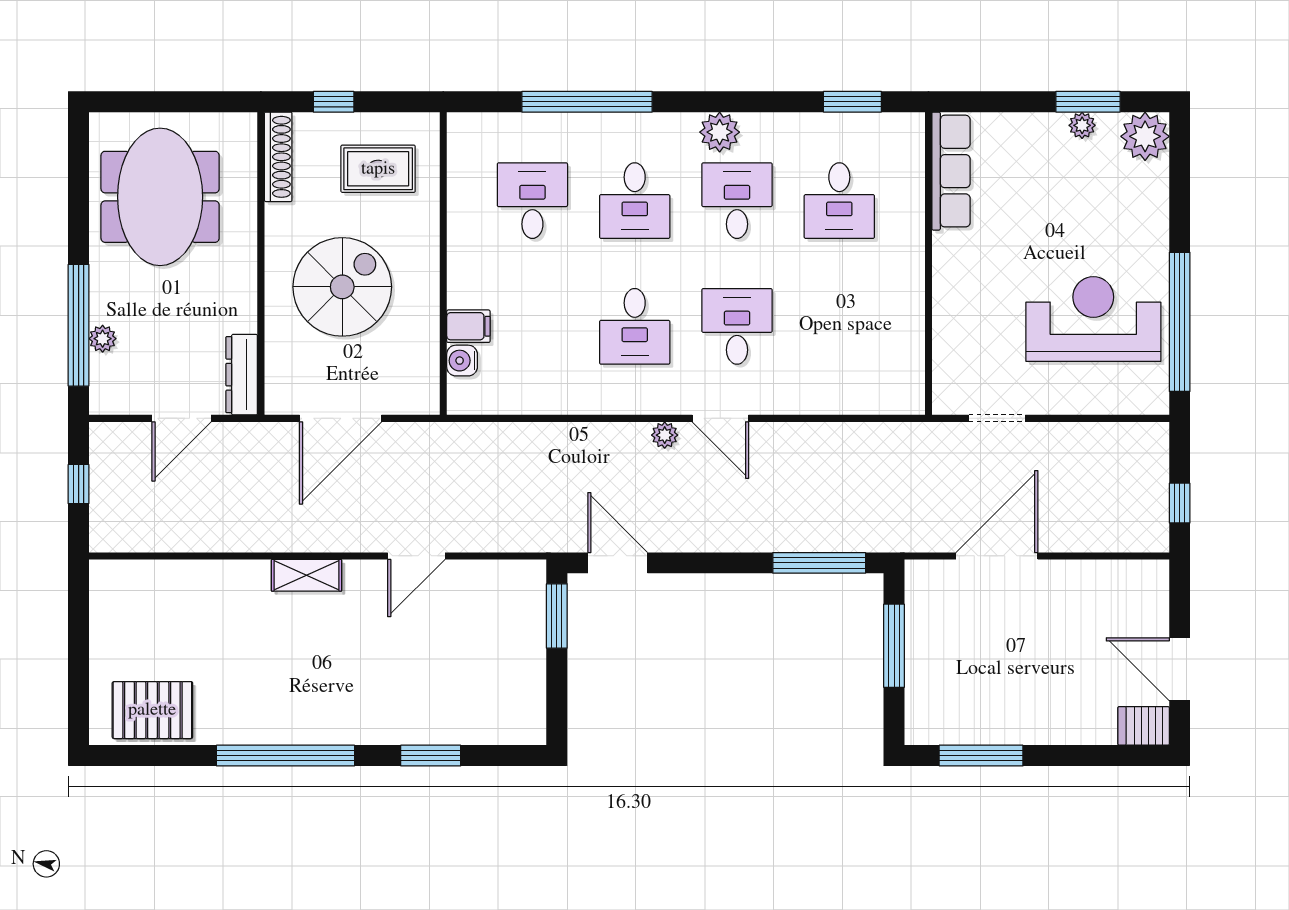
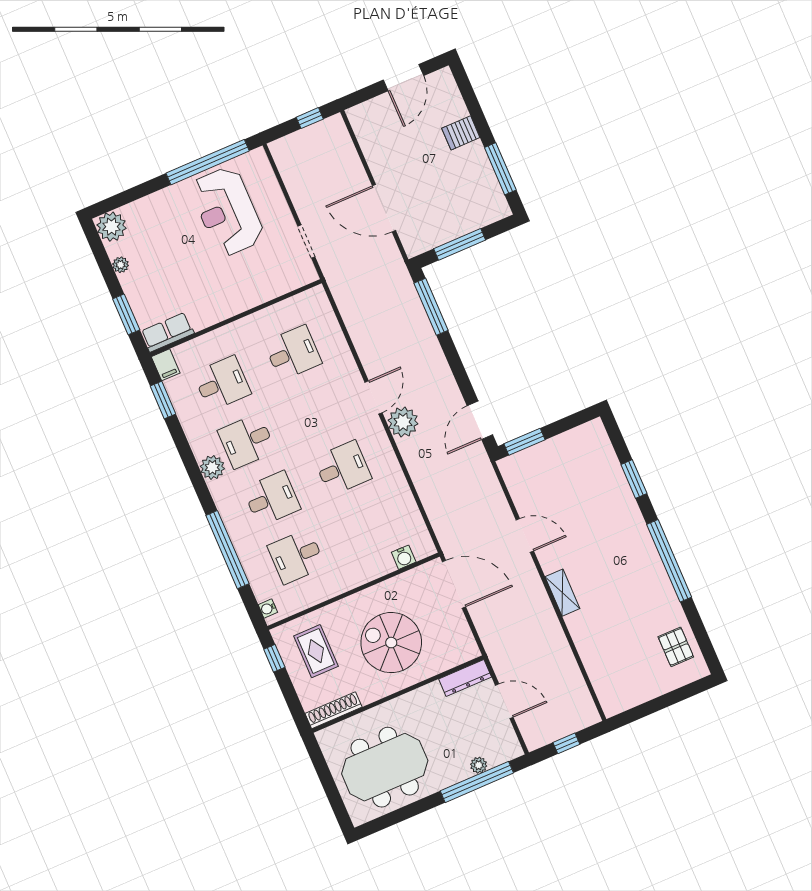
window: (334, 102) -> (274, 658), moved
window: (1088, 102) -> (126, 314), moved
water cooler: (473, 124) -> (268, 608), added
row of seats: (951, 171) -> (167, 332), width x0.68
filing cabinet: (468, 326) -> (166, 365), moved, turned 180
desk: (737, 326) -> (293, 353), moved, turned 180
door: (341, 418) -> (454, 584), moved
plant: (665, 435) -> (403, 422), width x1.88, depth x1.88
pallet: (152, 710) -> (676, 647), width x0.67, depth x0.71
server rack: (1144, 726) -> (461, 133), moved, turned 90

